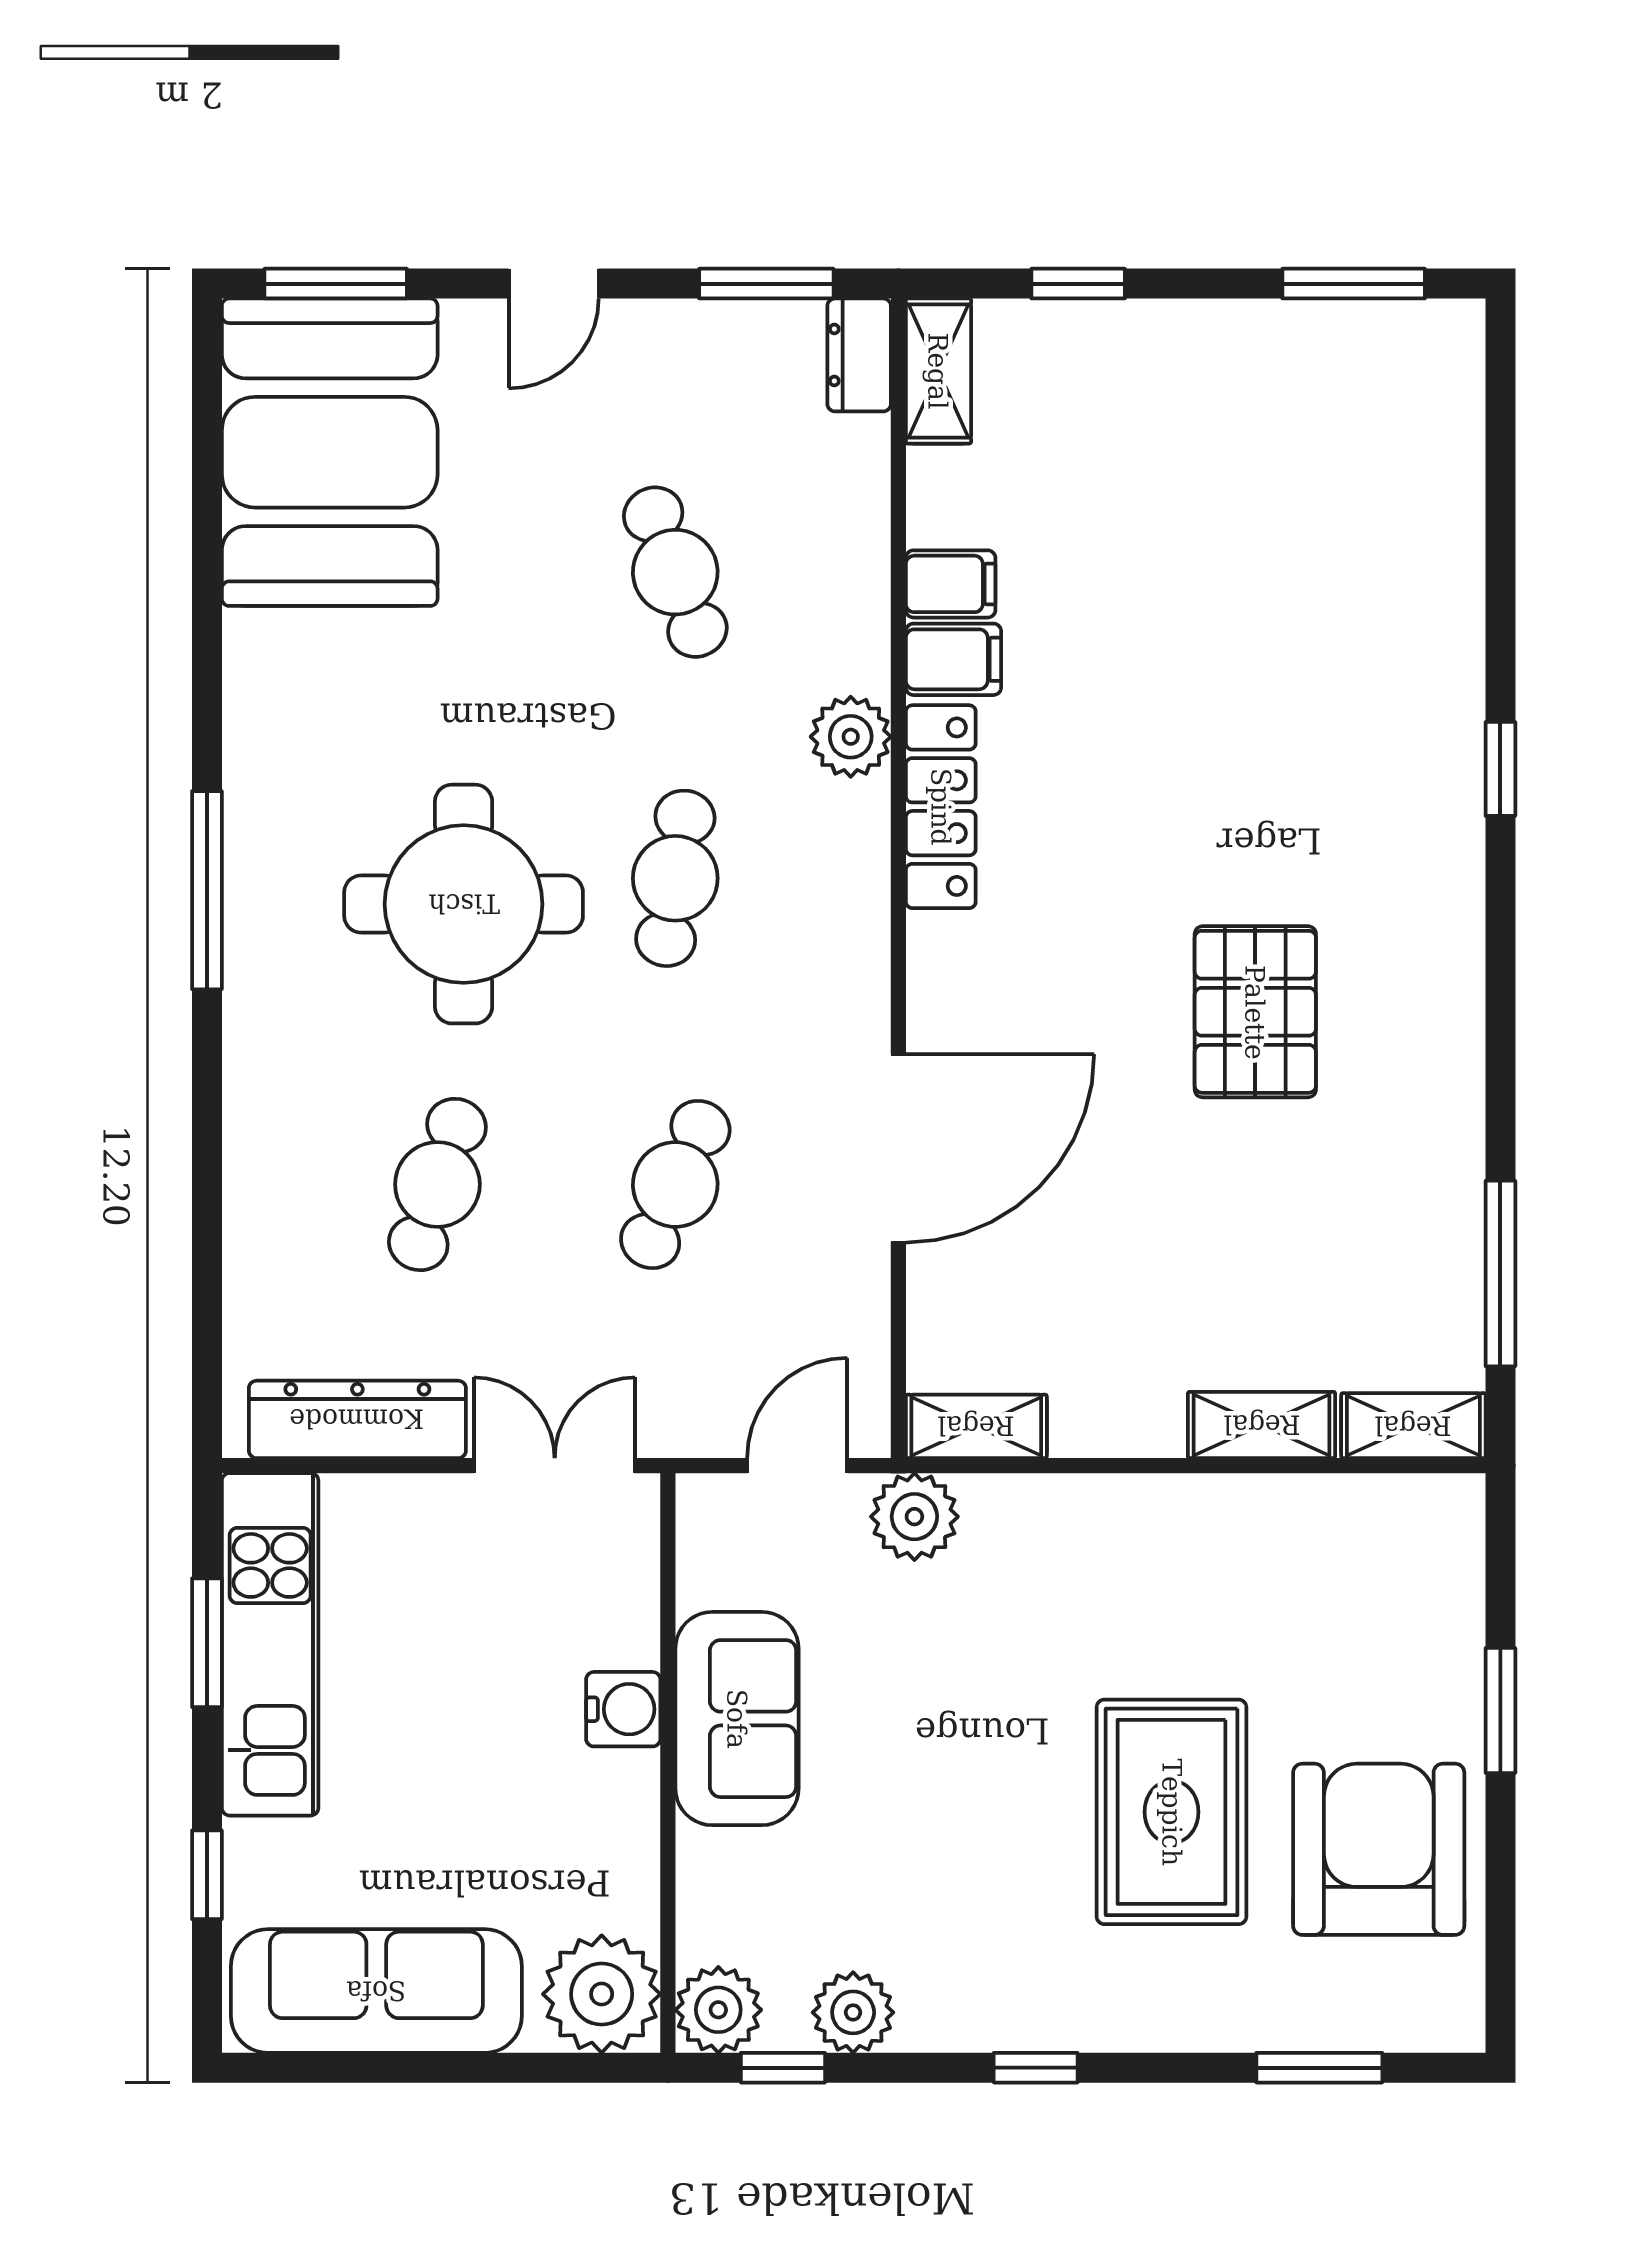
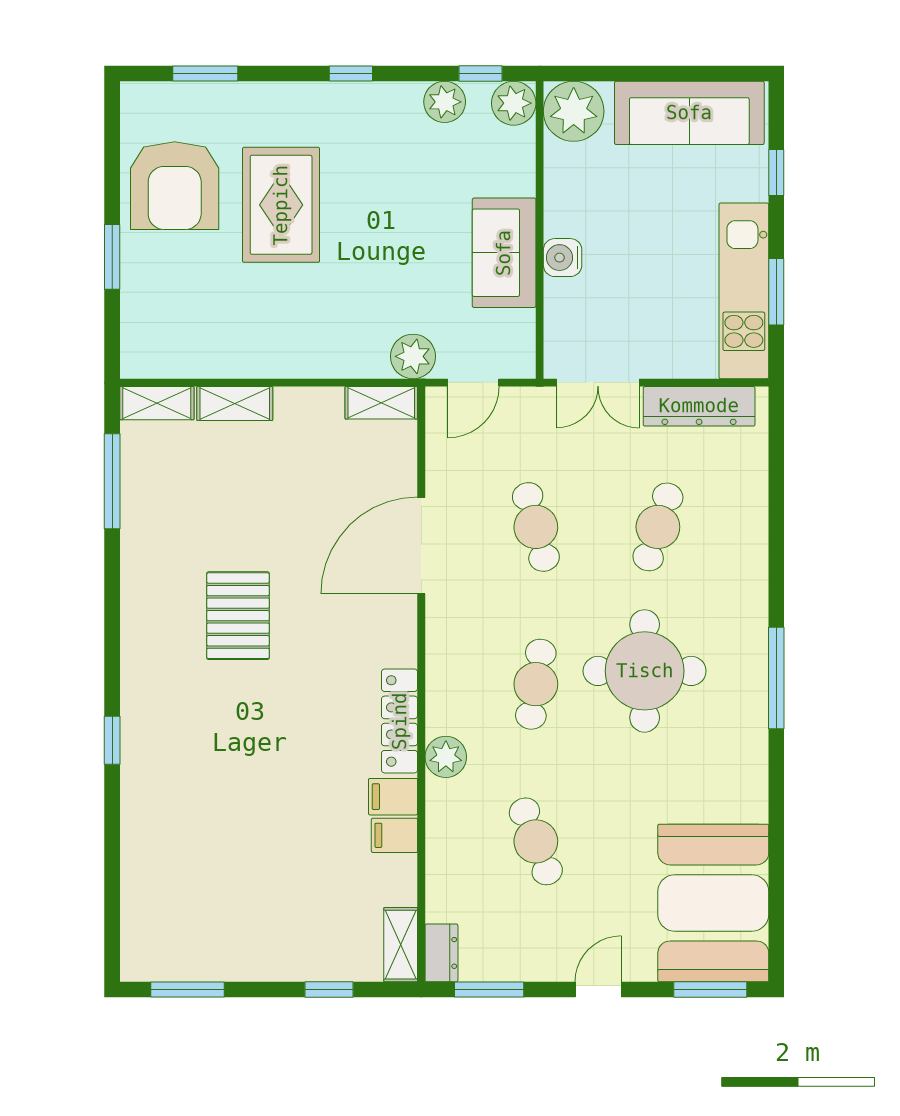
cafe table: (675, 1184) -> (536, 527), turned -39

